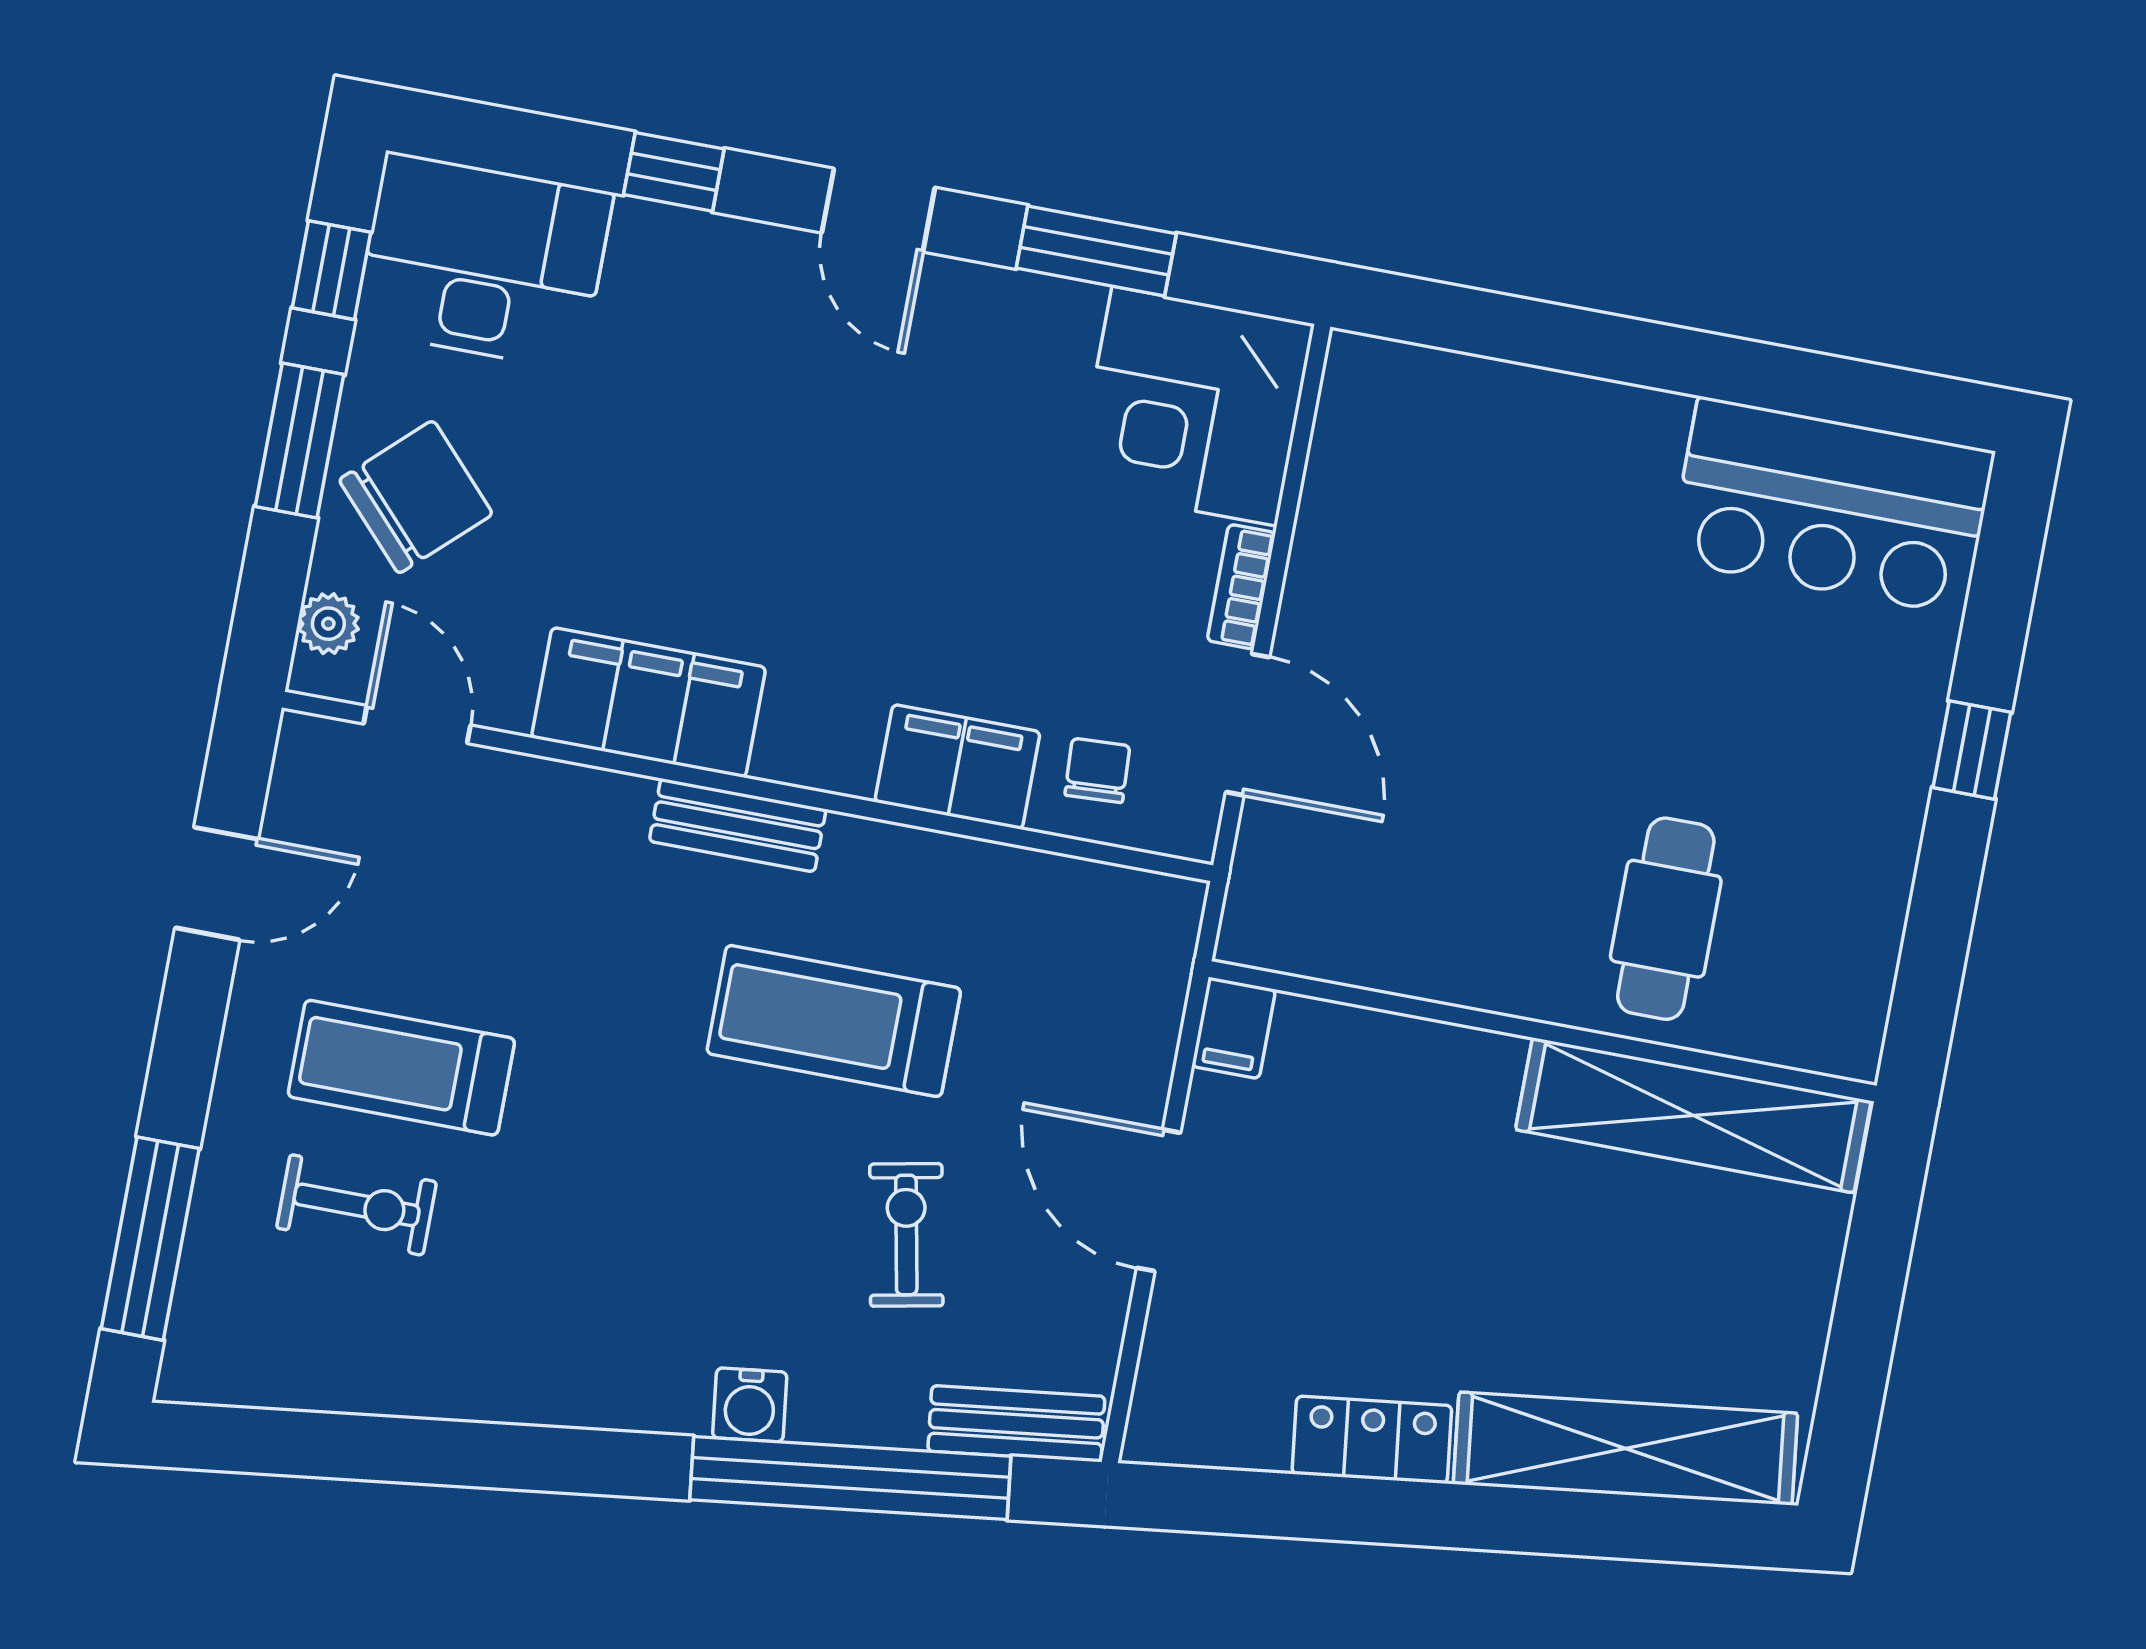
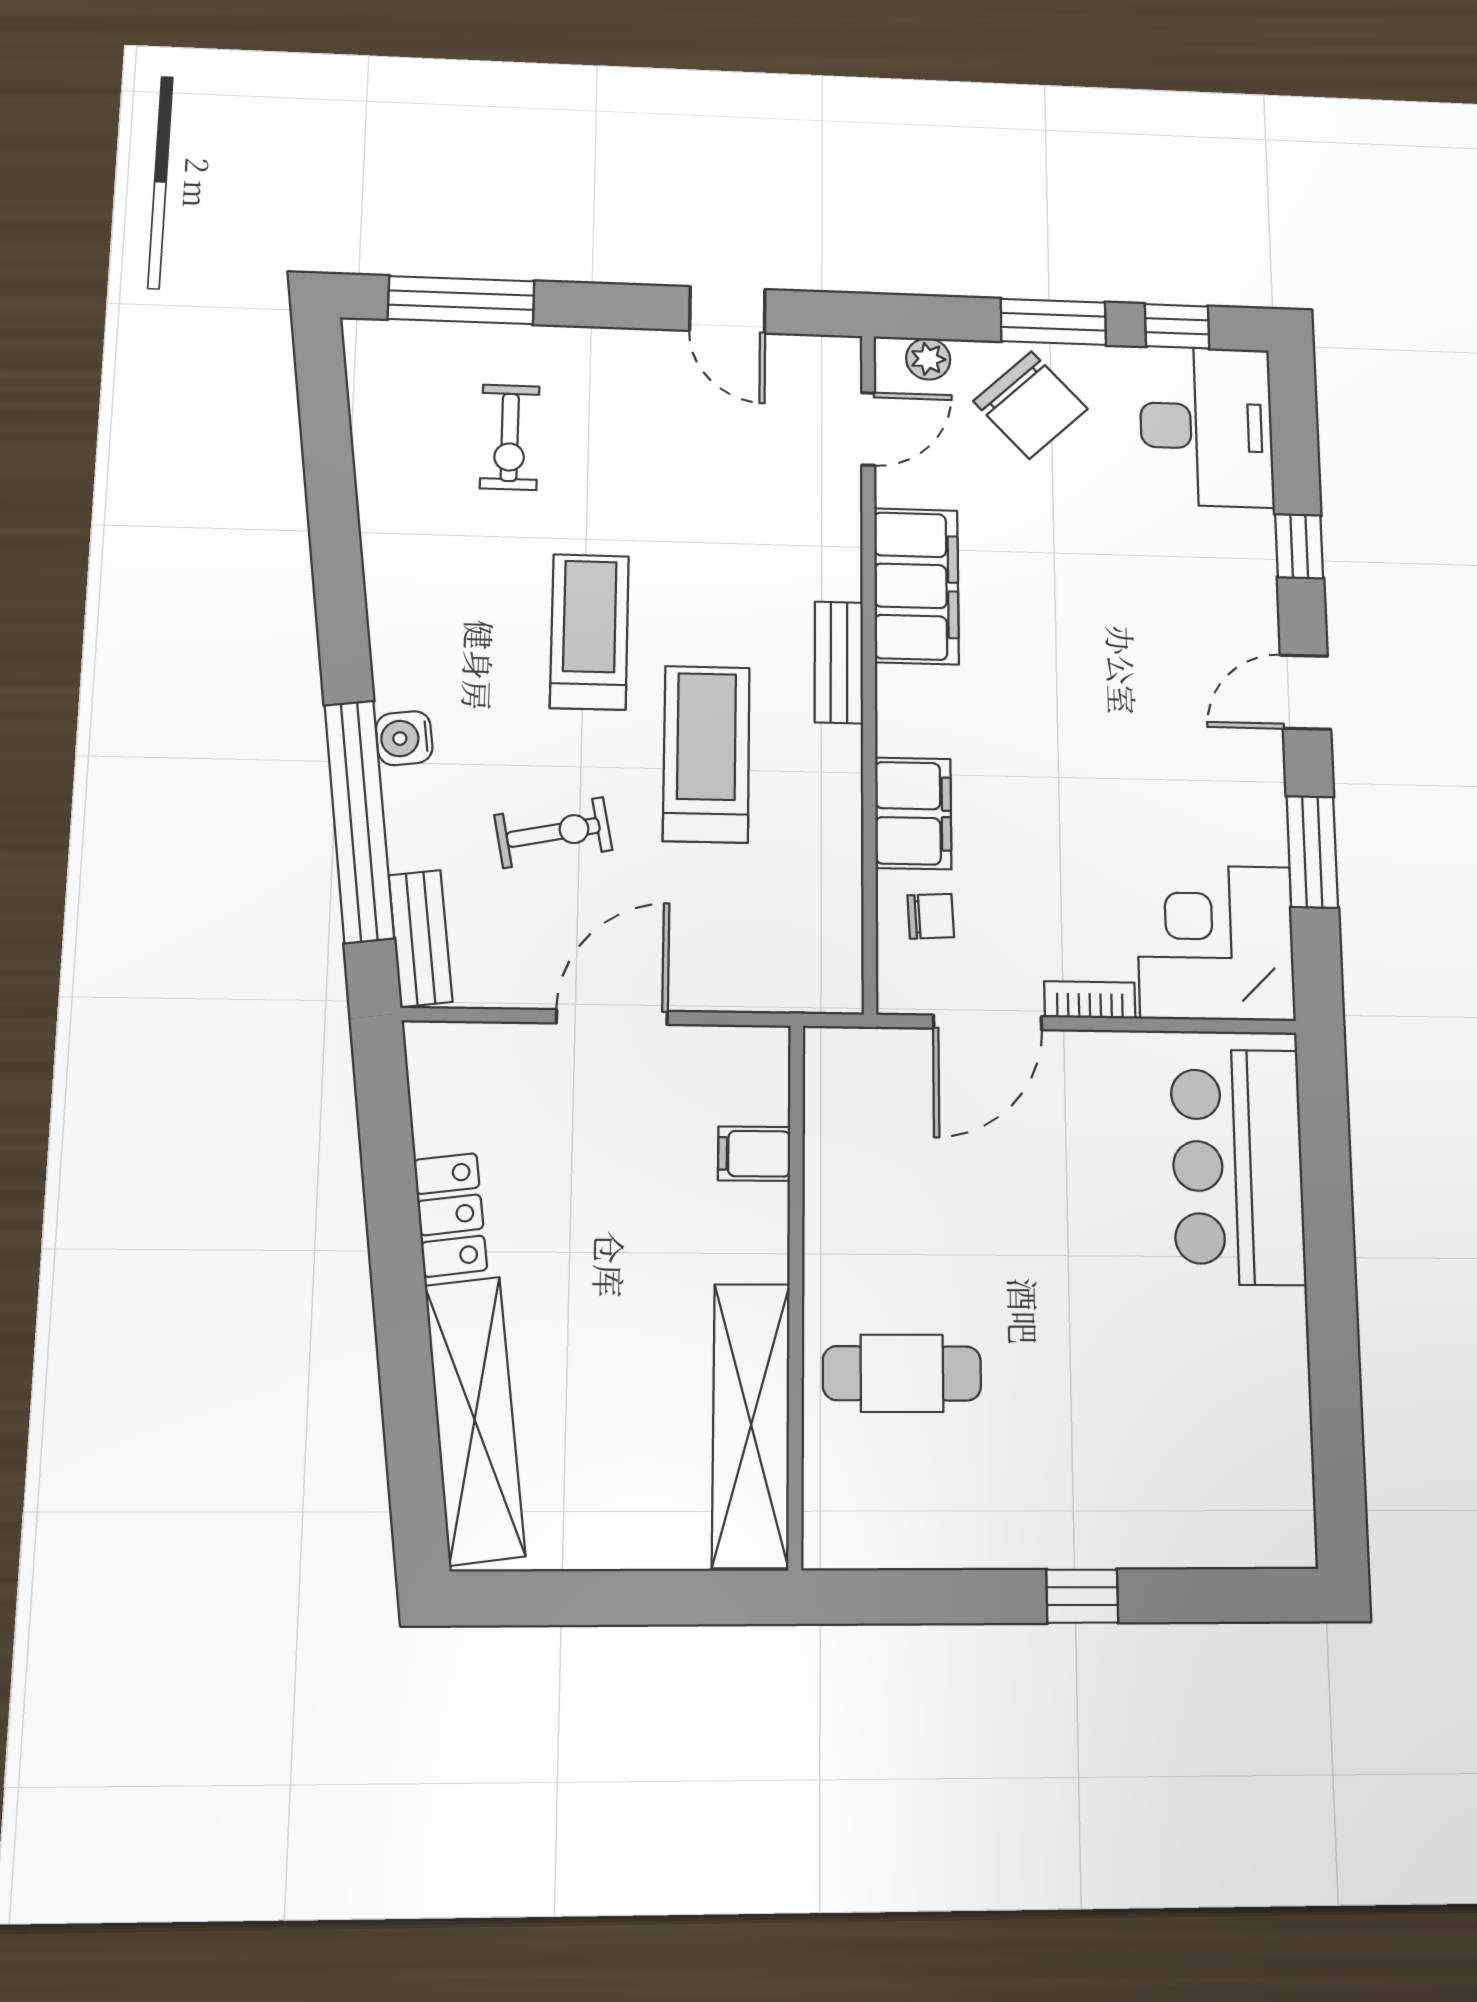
bar counter: (1832, 506) -> (1238, 1166), moved
filing cabinet: (1234, 1028) -> (754, 1154), moved
treadmill: (401, 1068) -> (589, 632), moved

